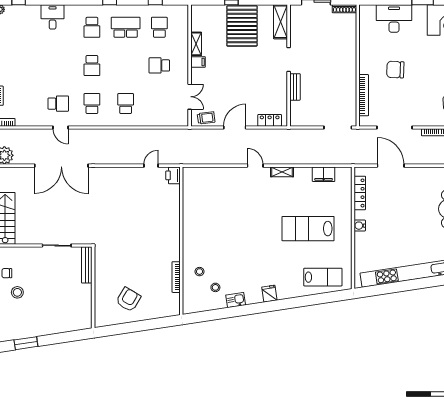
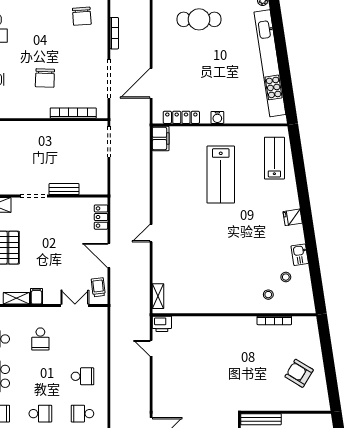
school desk: (126, 104) -> (82, 376), turned 180
shelving: (282, 172) -> (158, 296), moved
filing cabinet: (324, 174) -> (161, 138), moved

